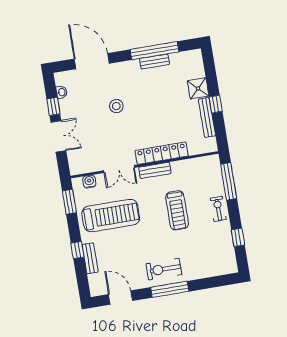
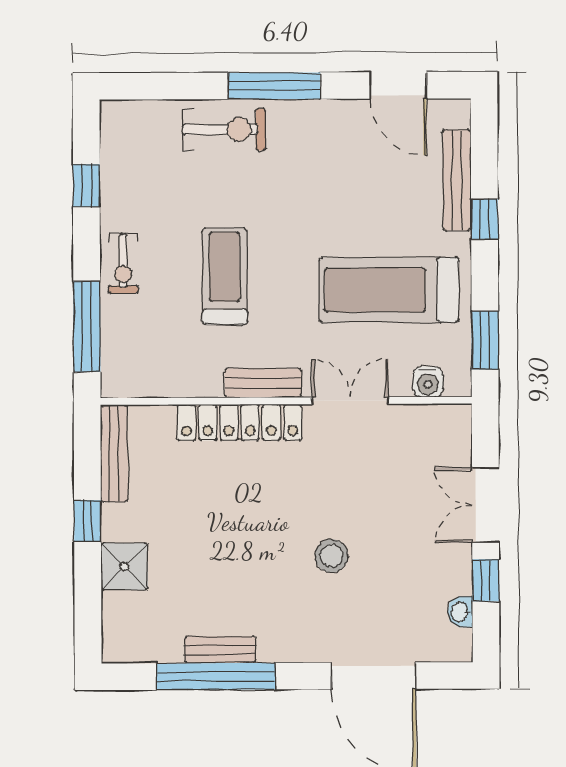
bench: (207, 117) -> (114, 453), moved
bench: (90, 258) -> (457, 180), width x1.36
exercise bike: (164, 269) -> (224, 130), moved

